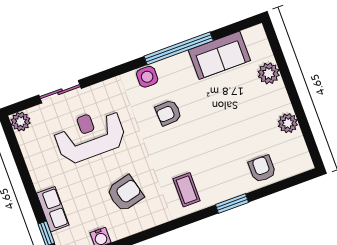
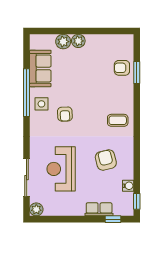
side table: (147, 77) -> (41, 104), moved
sliding door: (60, 92) -> (27, 178), width x1.37
plant: (288, 123) -> (78, 41), moved
window: (232, 203) -> (137, 73), moved

